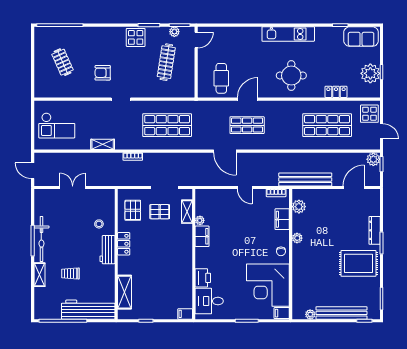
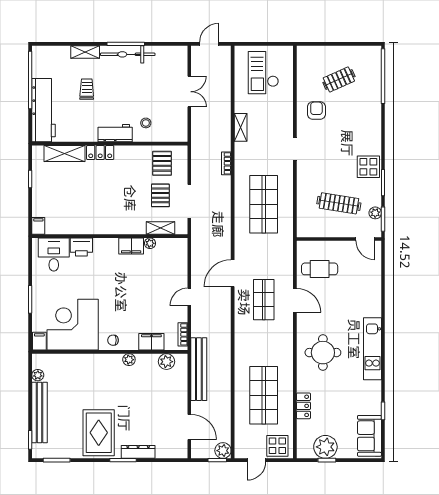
armchair: (103, 73) -> (316, 110), moved
pallet: (133, 210) -> (162, 163), turned 90
locker: (124, 244) -> (100, 152), moved

